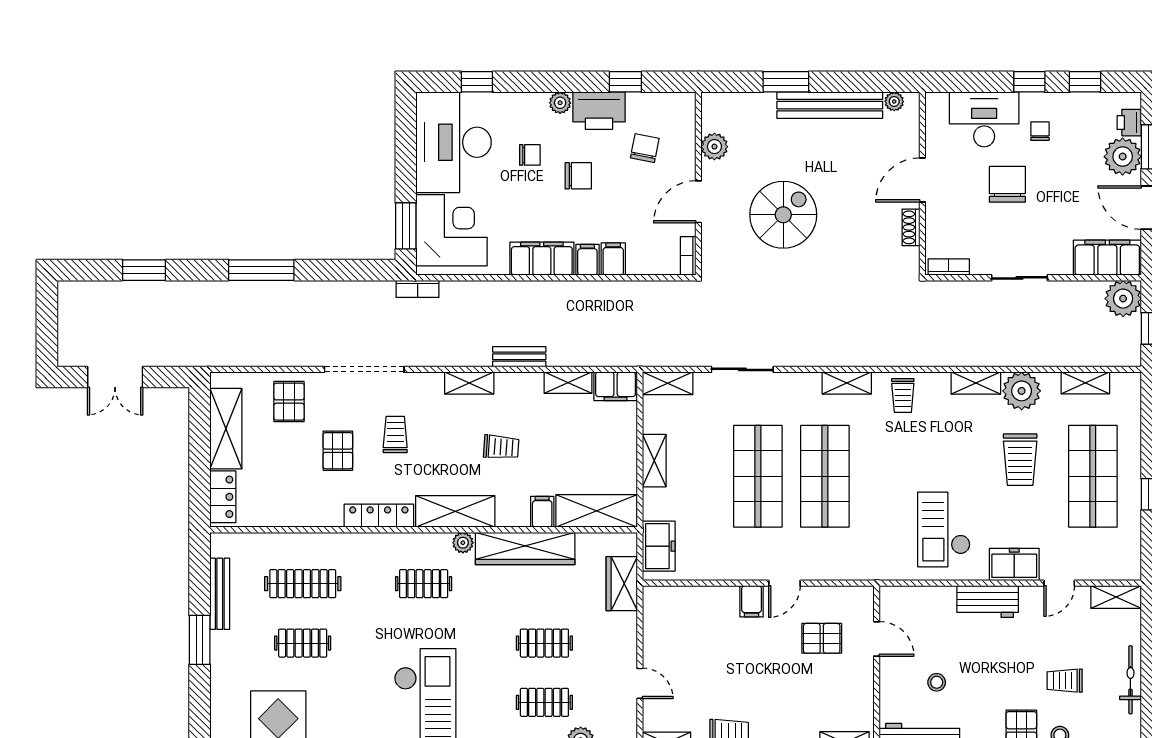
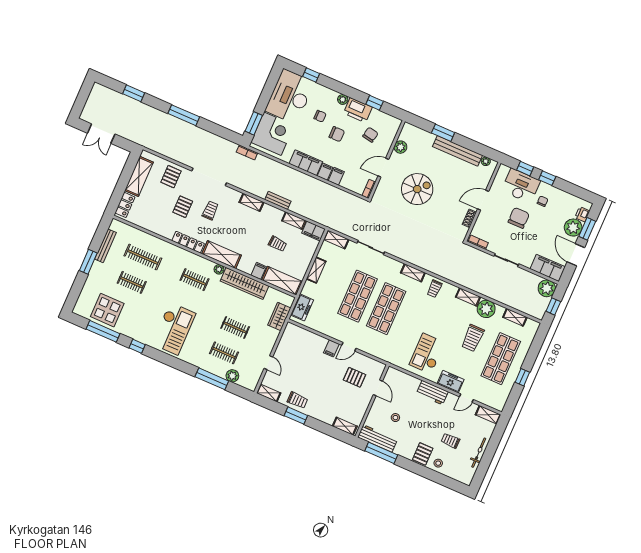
window: (1085, 82) -> (525, 169), moved
trolley: (501, 447) -> (277, 244), moved

